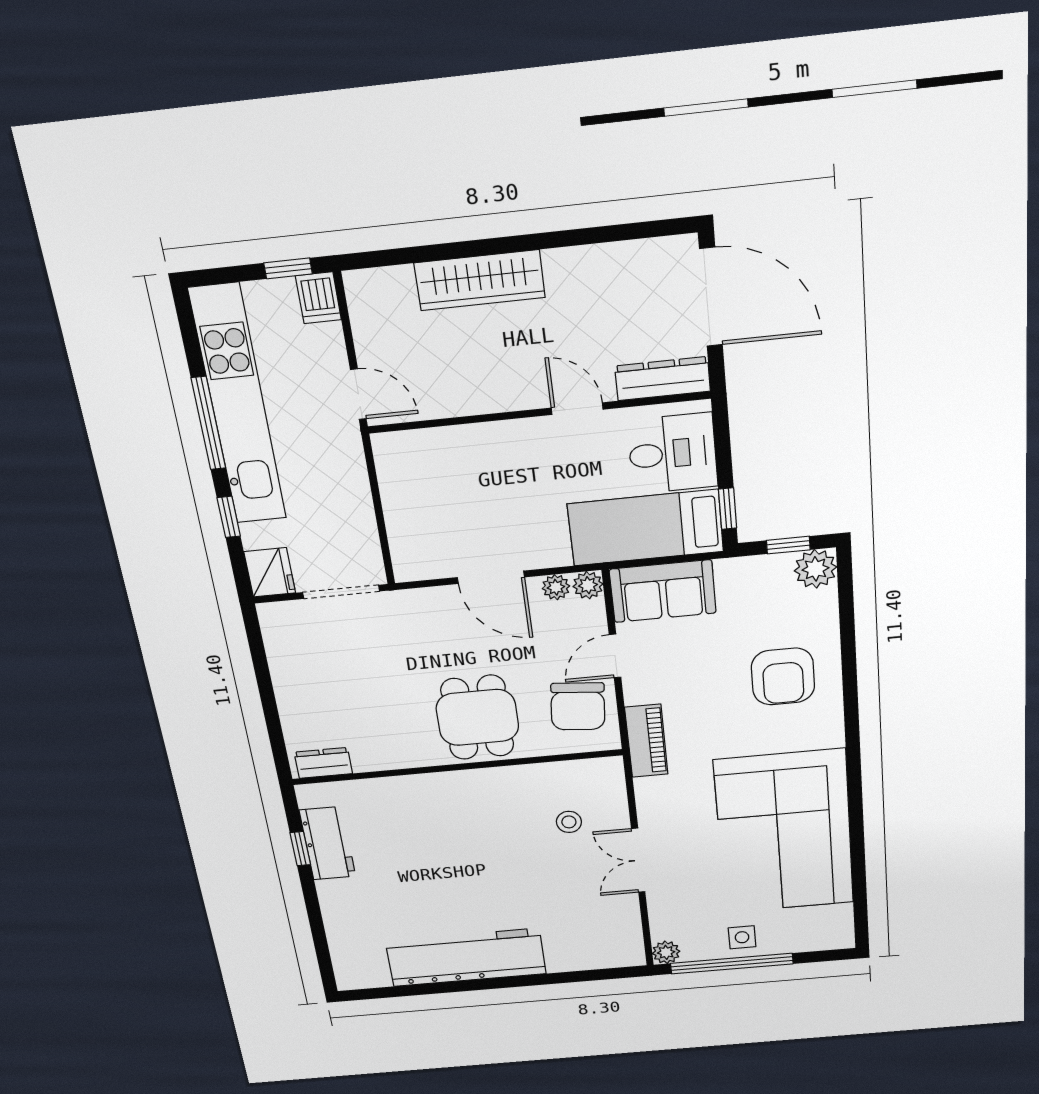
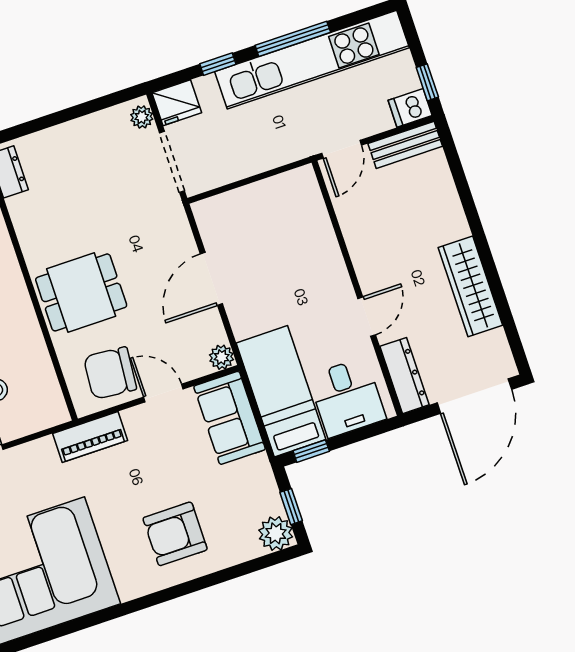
wardrobe: (480, 280) -> (470, 286), moved
bench: (366, 314) -> (405, 145), added
plant: (556, 587) -> (142, 117), moved

